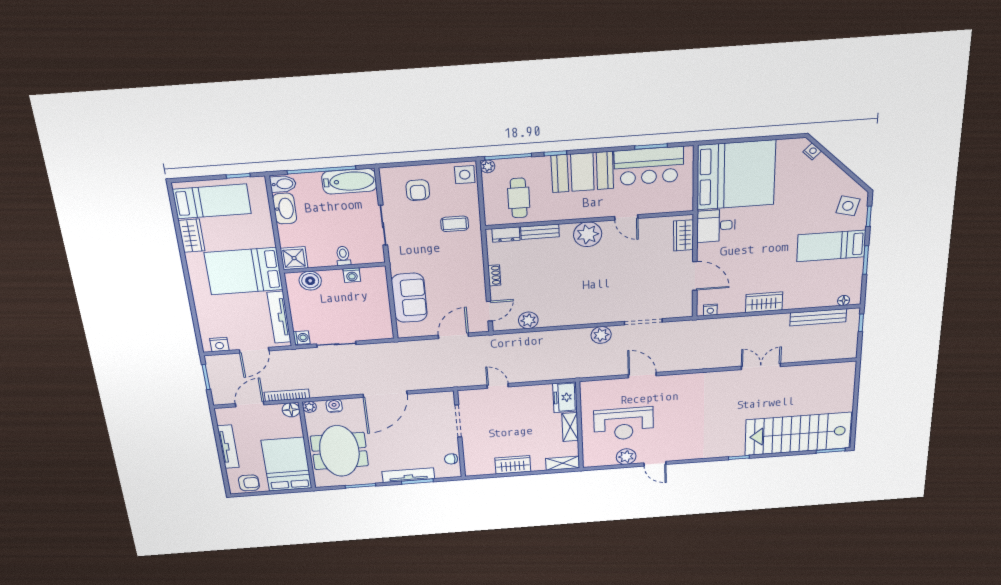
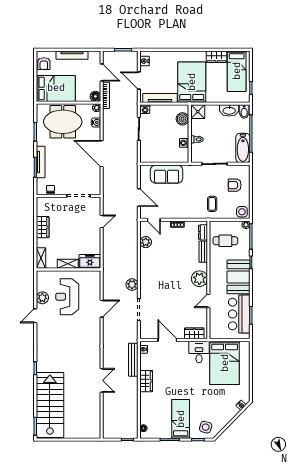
bed: (736, 175) -> (225, 363), width x0.73
door: (695, 276) -> (167, 340), swing flipped
bench: (818, 317) -> (133, 360), moved

